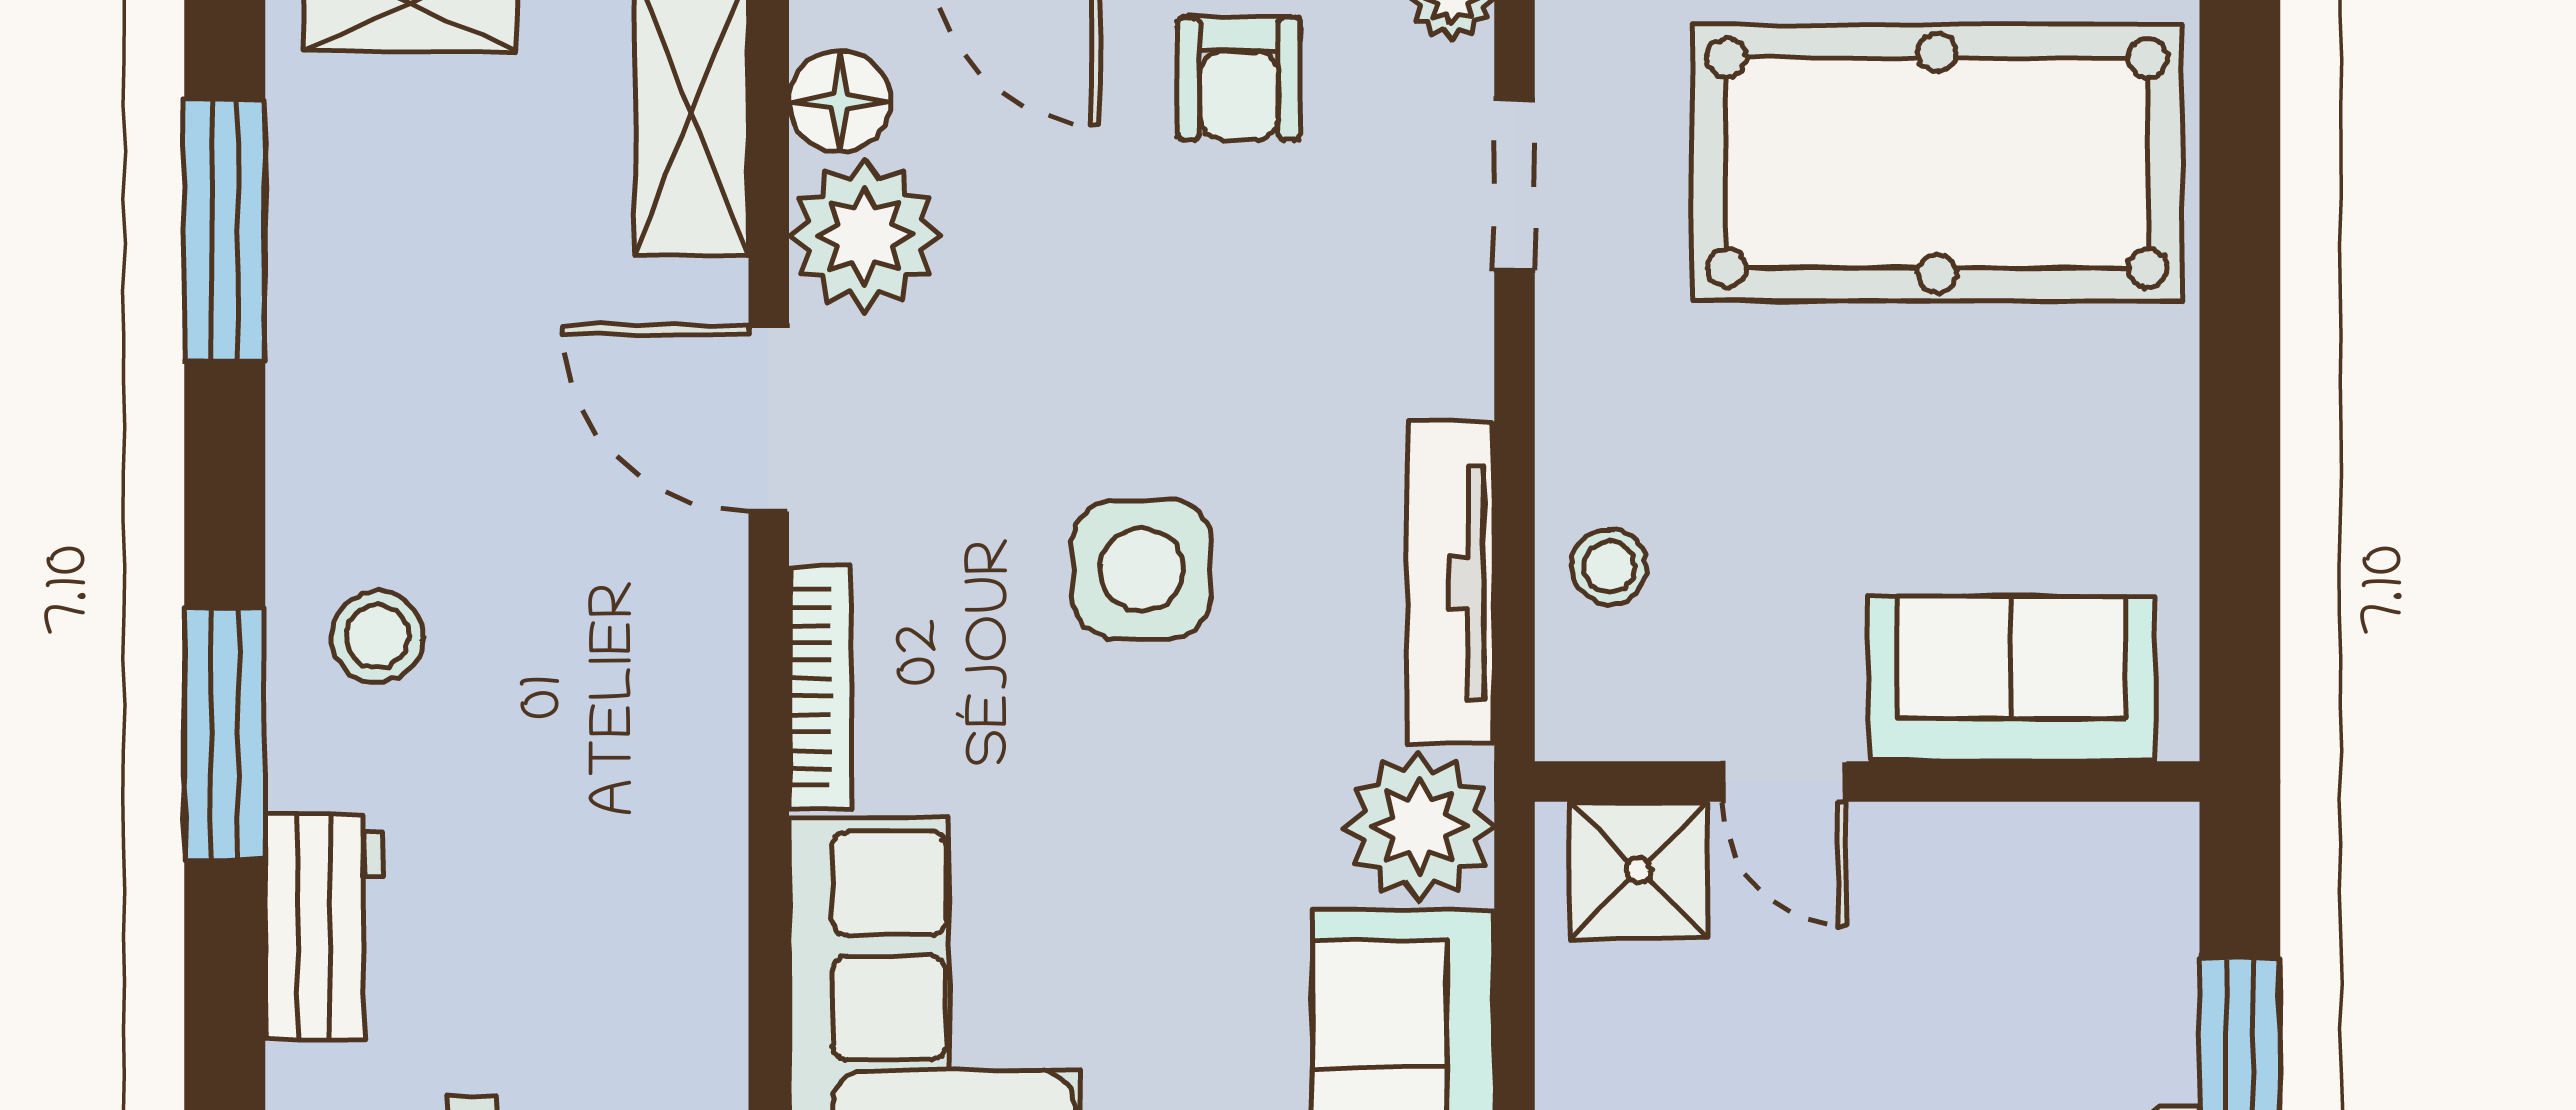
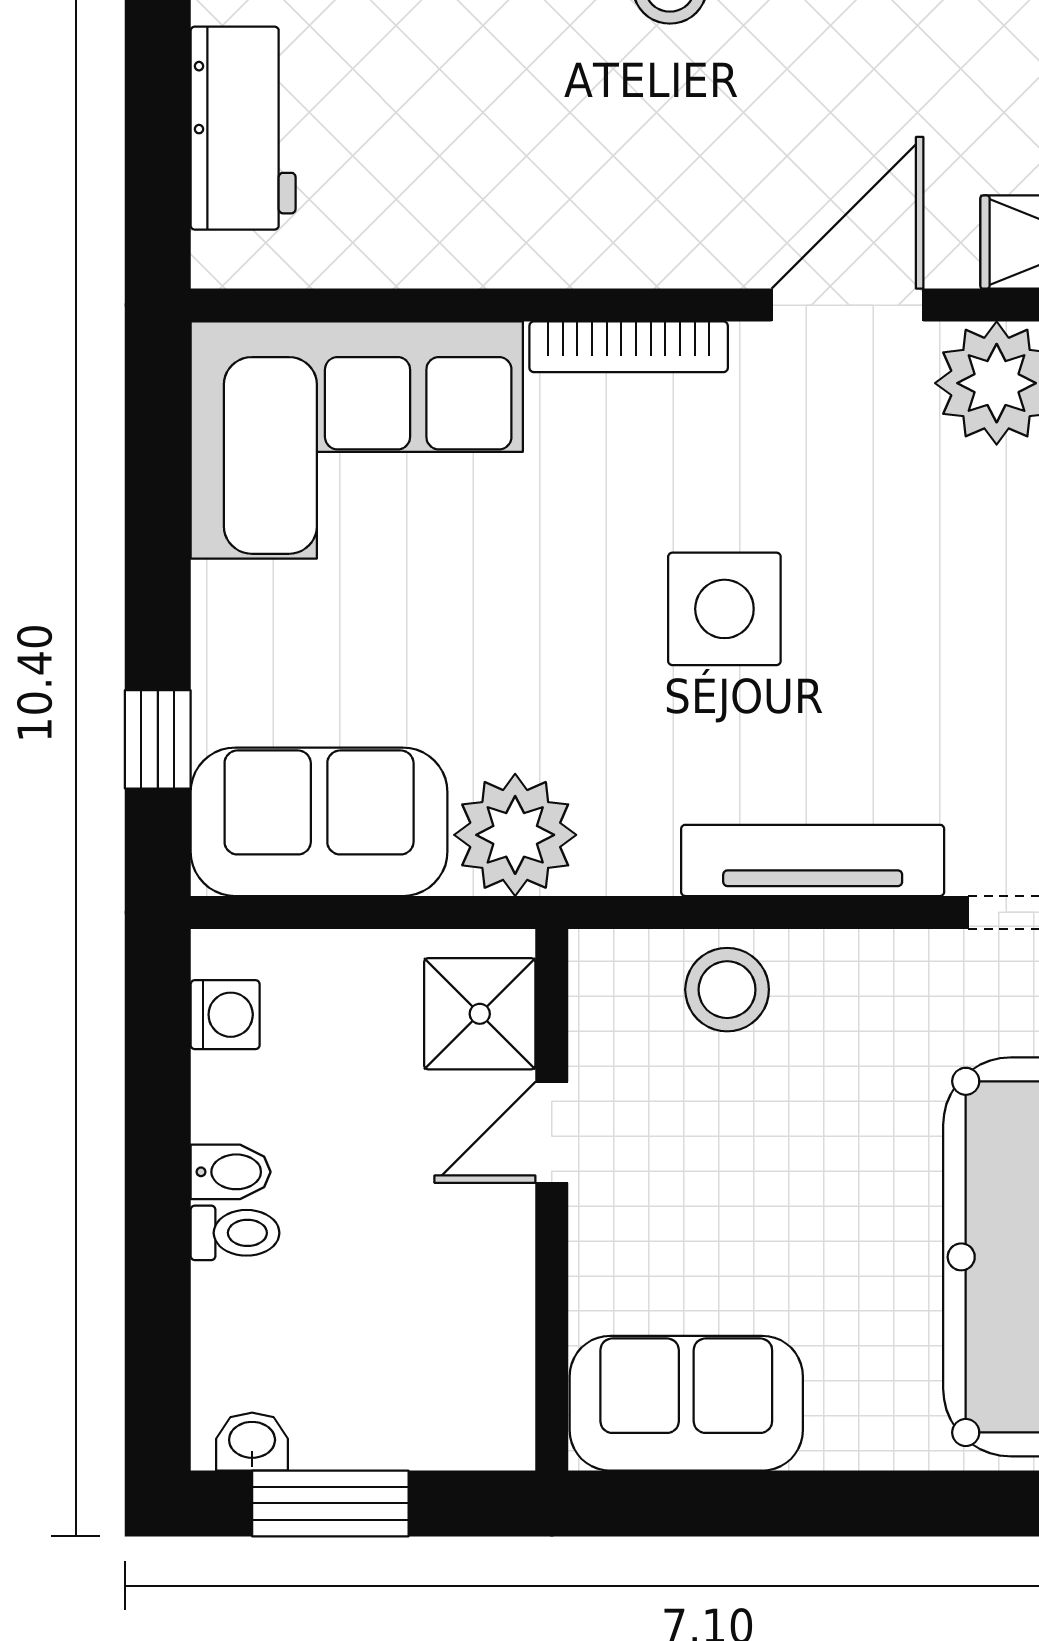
stool: (1609, 566) -> (727, 990), width x1.37, depth x1.37
tv unit: (1451, 582) -> (813, 860), moved
sofa: (2012, 679) -> (686, 1403), moved, turned -90

